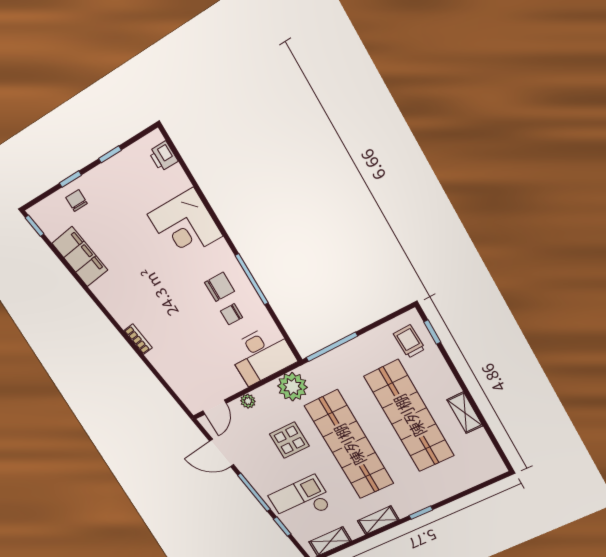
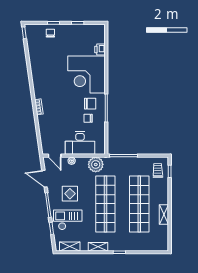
printer: (163, 156) -> (100, 50), moved
corner desk: (185, 225) -> (86, 75), width x1.36, depth x1.36
filing cabinet: (80, 257) -> (36, 57), removed
desk: (261, 355) -> (80, 143), moved
door: (214, 407) -> (55, 156), hinge flipped
display table: (289, 440) -> (70, 194), moved

